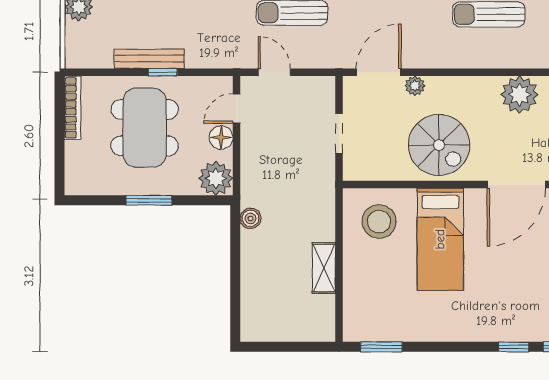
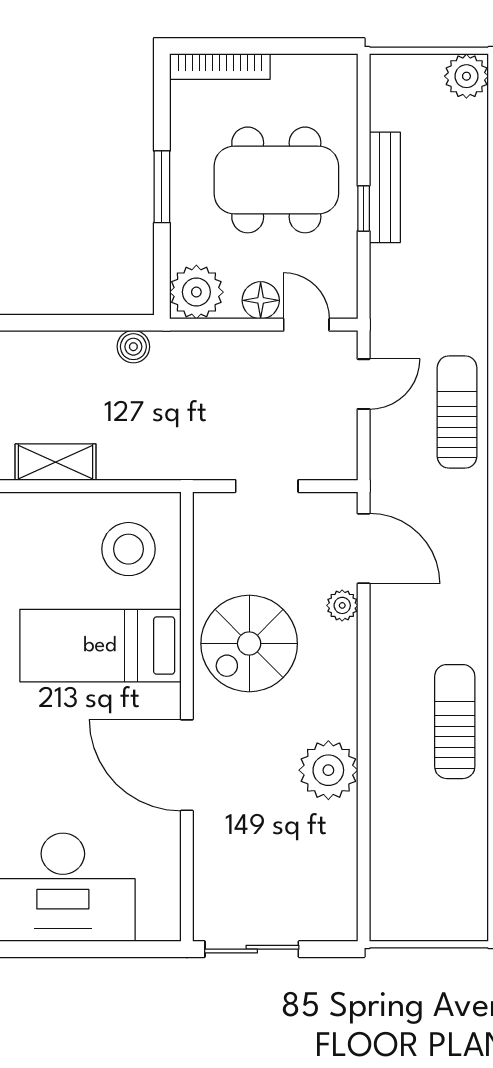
bookcase: (73, 108) -> (220, 67), moved

